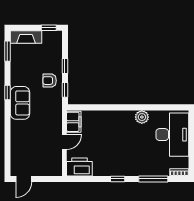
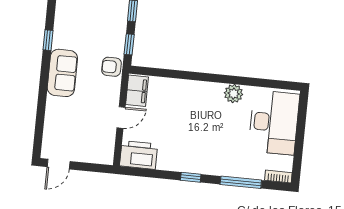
armchair: (50, 81) -> (111, 67), moved
sofa: (20, 103) -> (62, 73), moved

